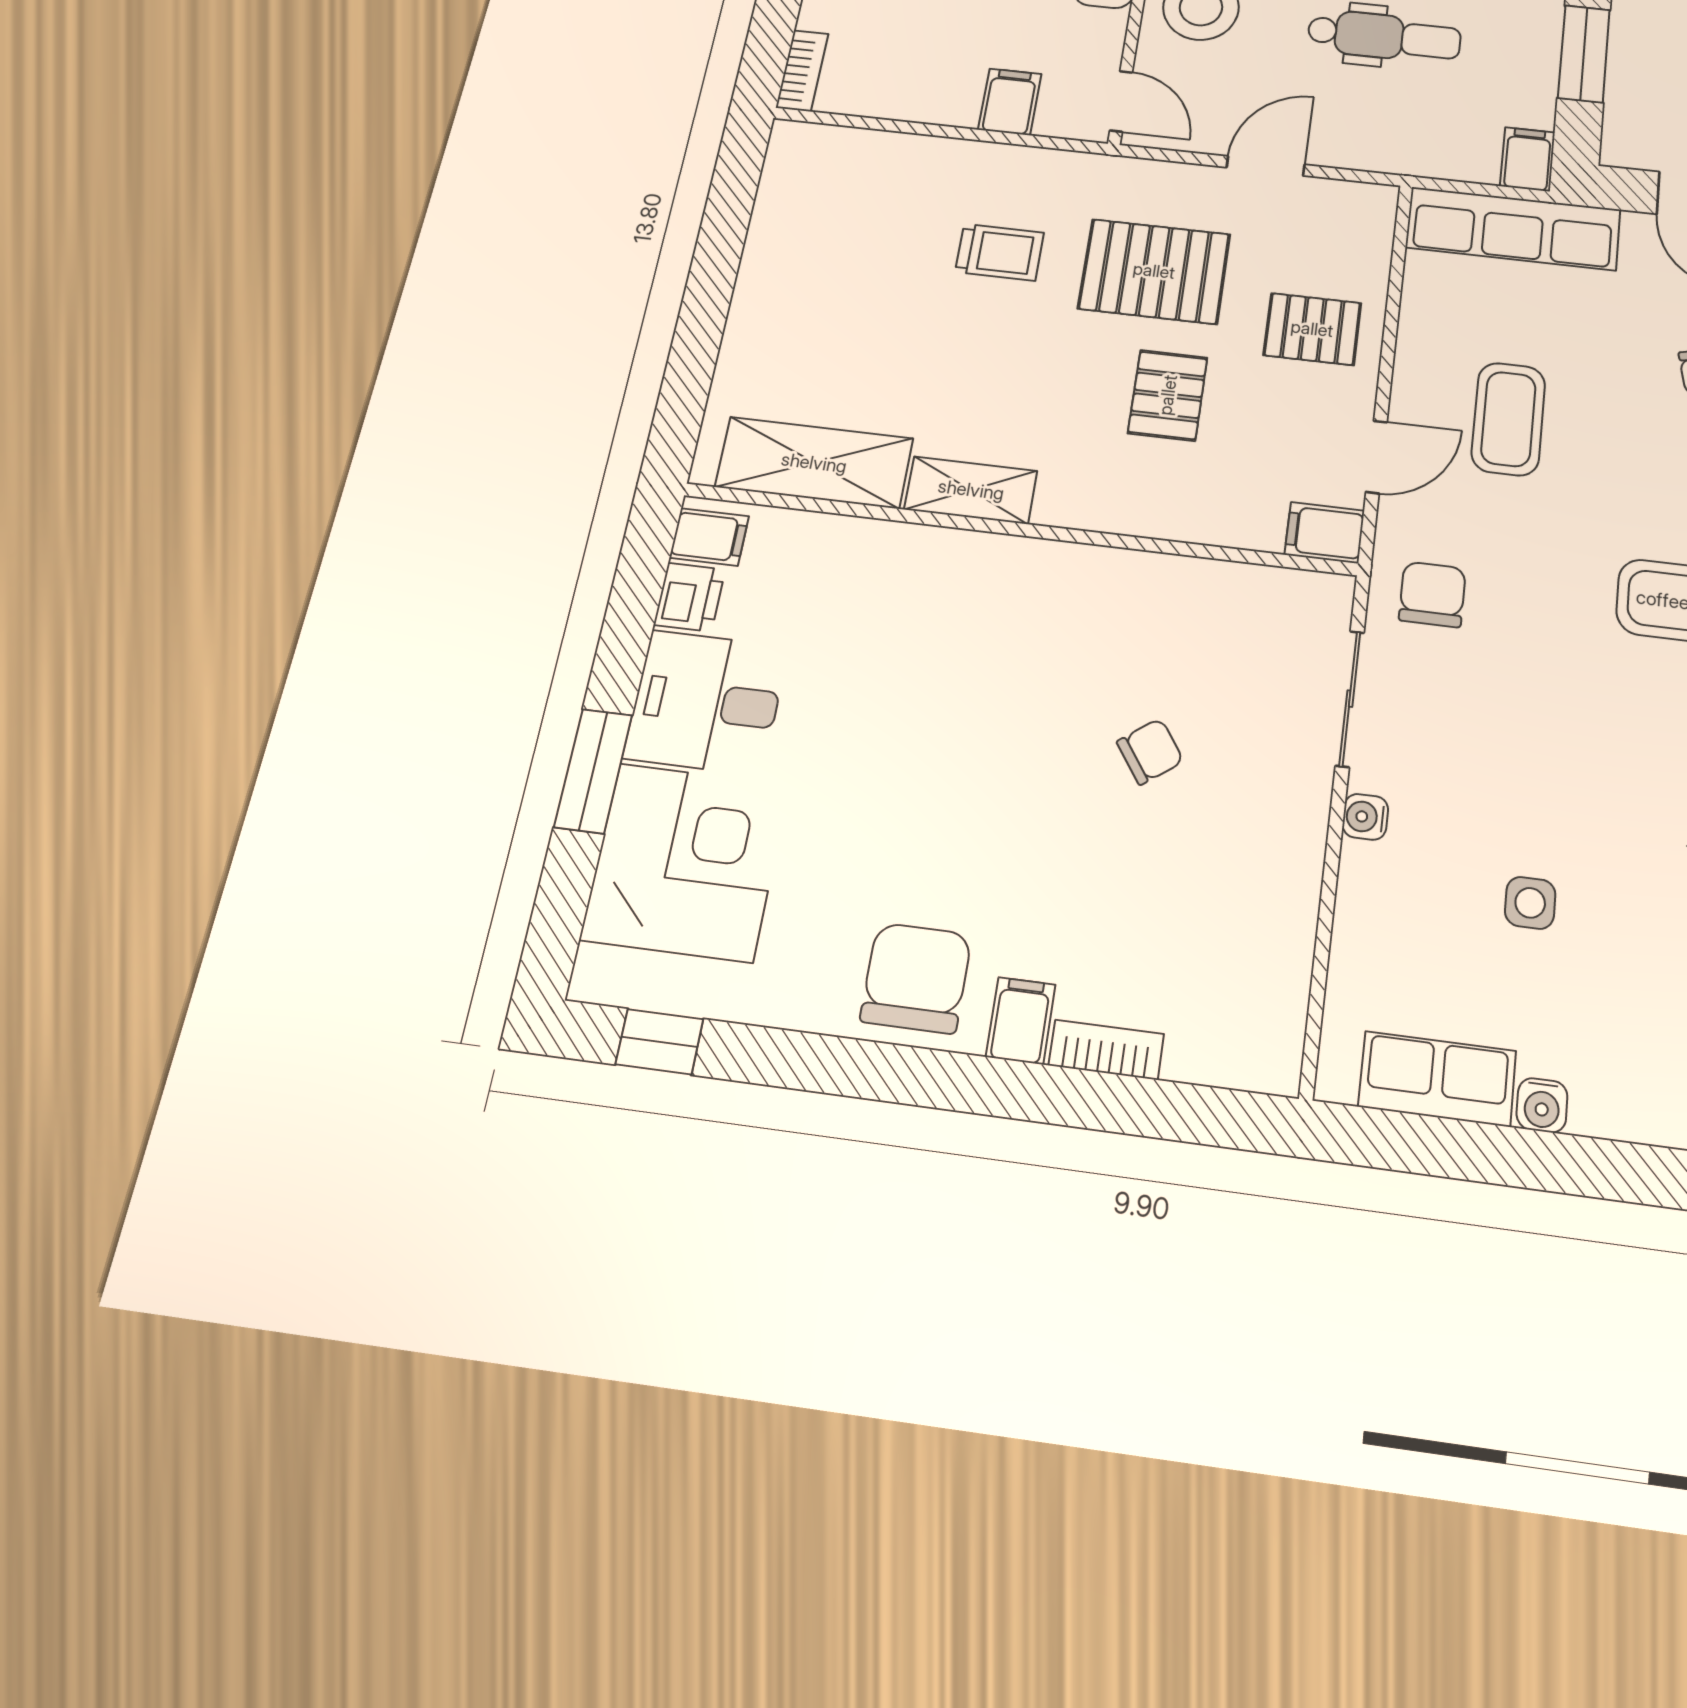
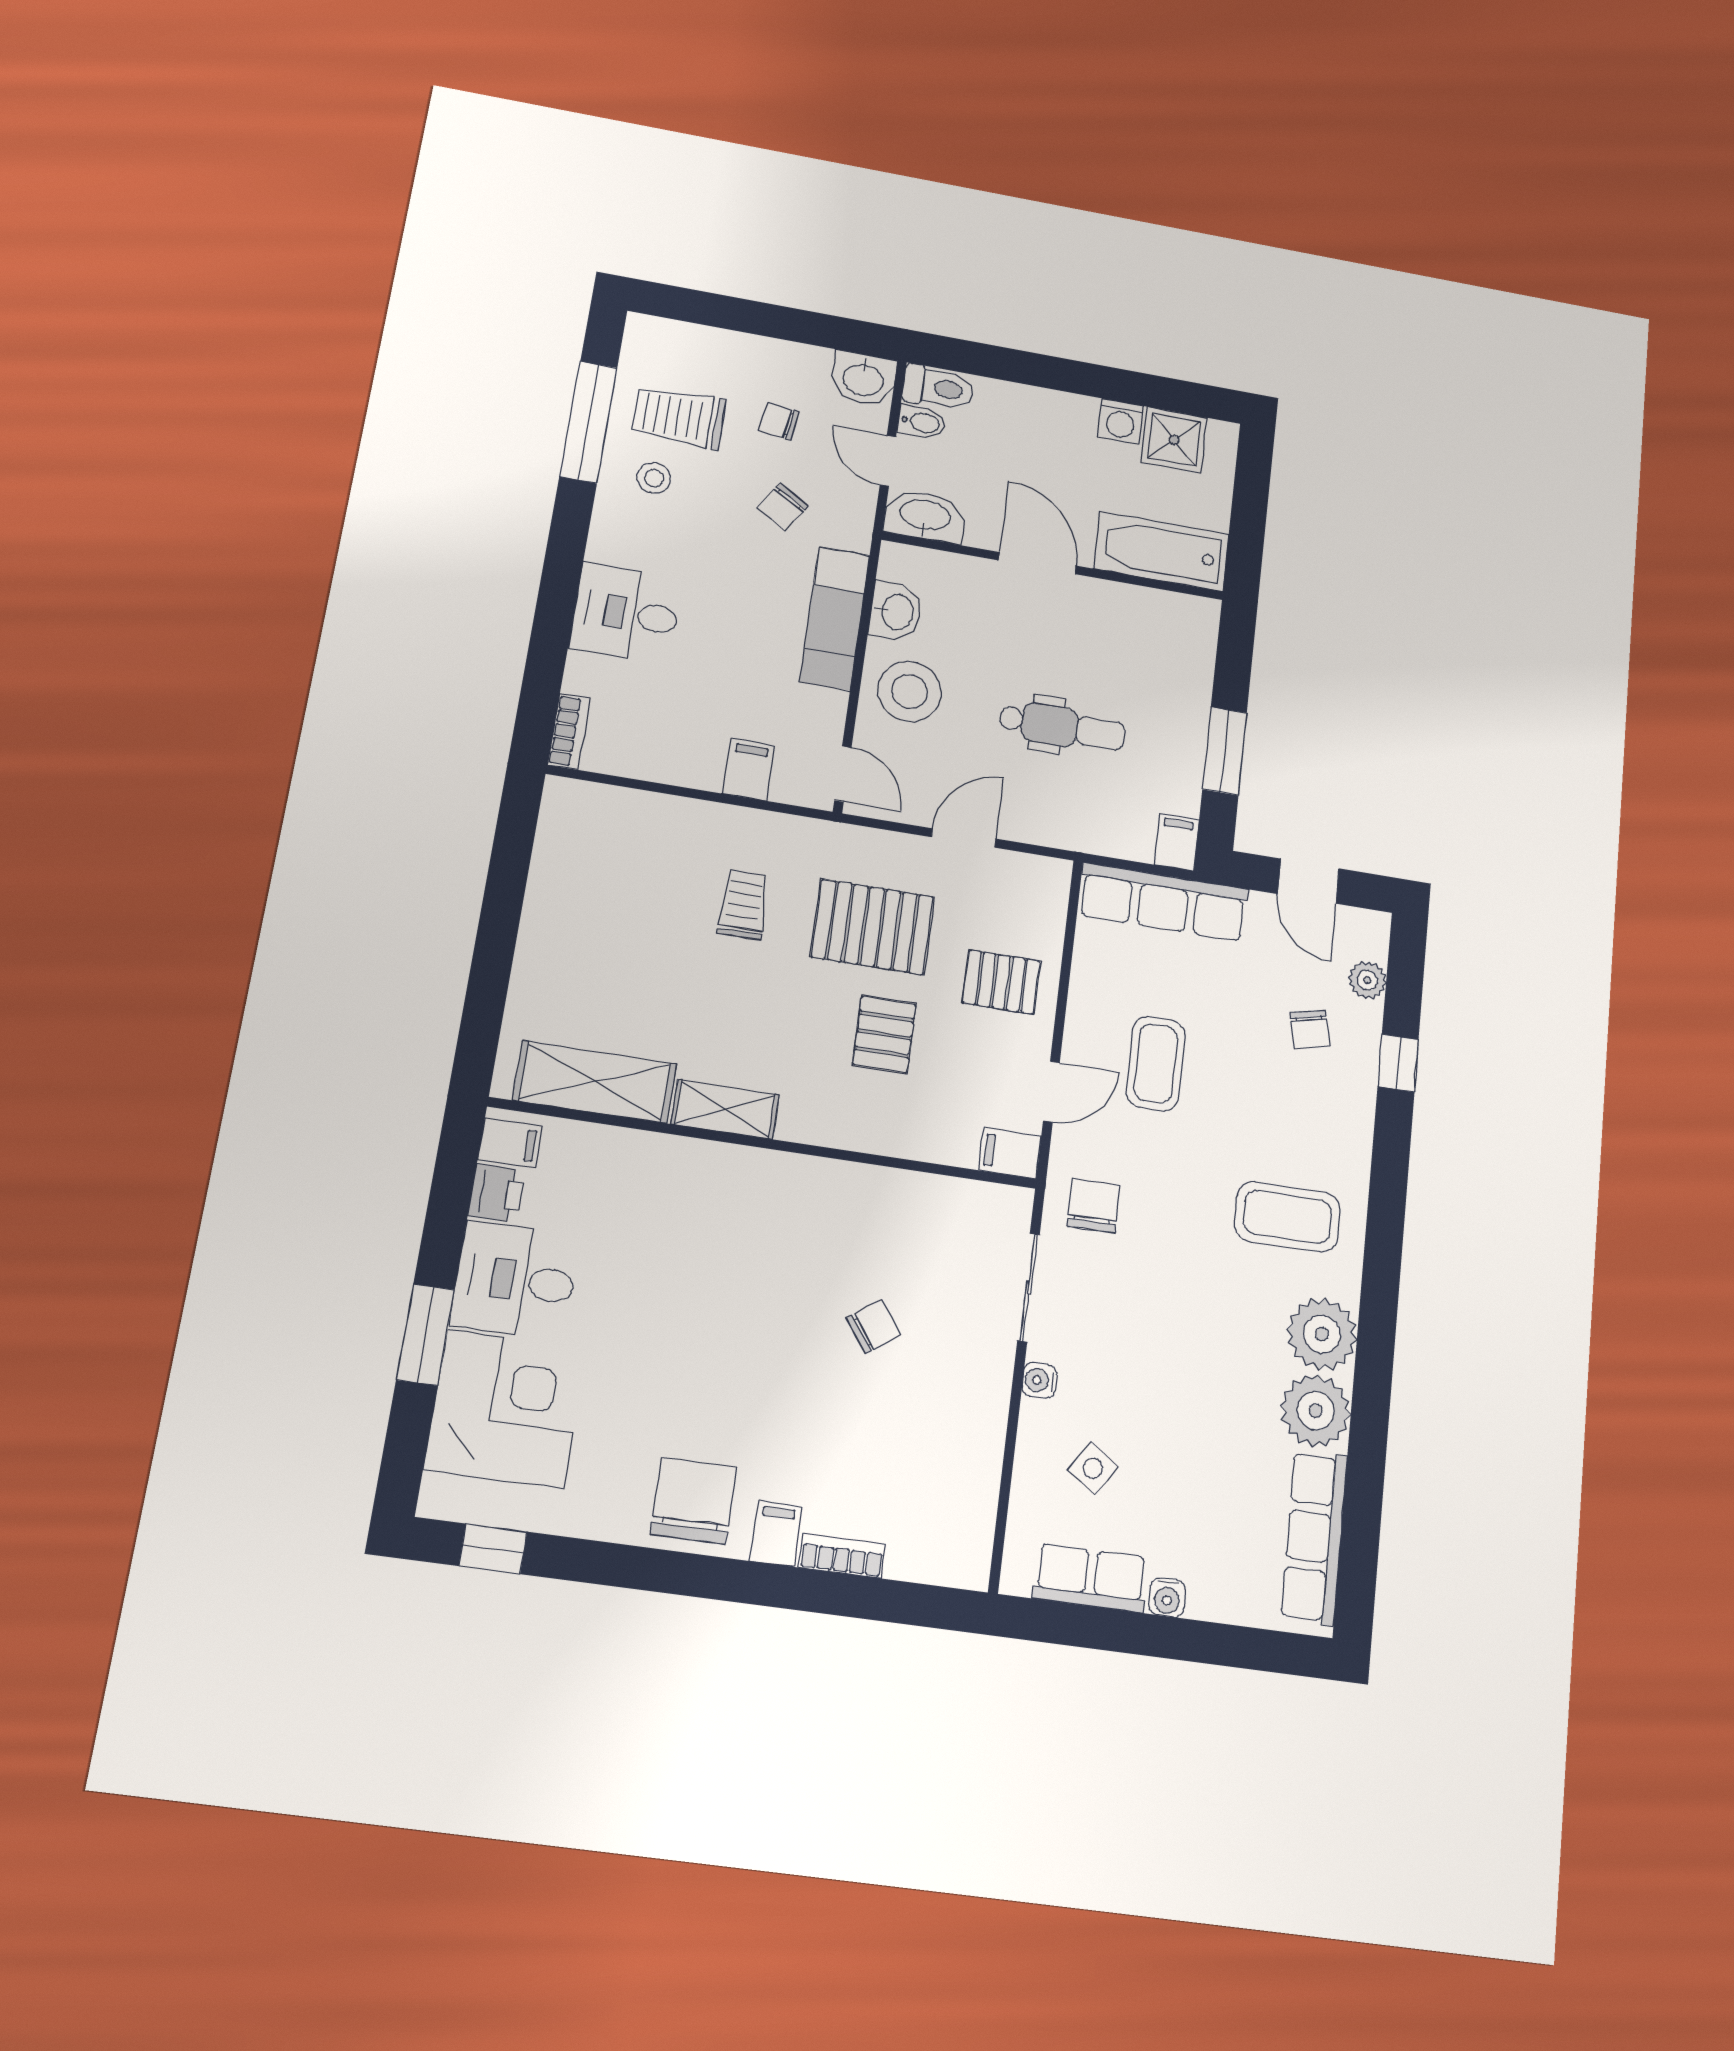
trolley: (1000, 252) -> (744, 905), turned -90
side table: (1530, 903) -> (1093, 1468), moved, turned 34

